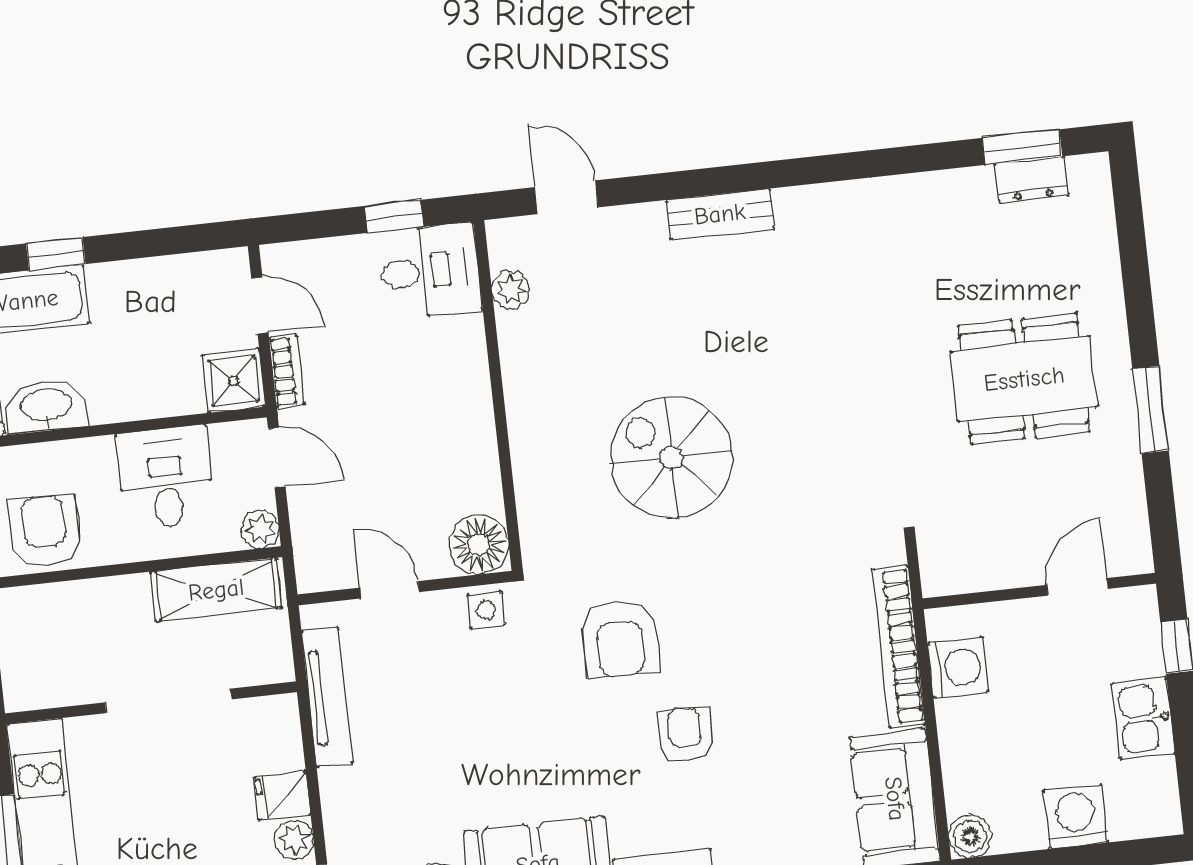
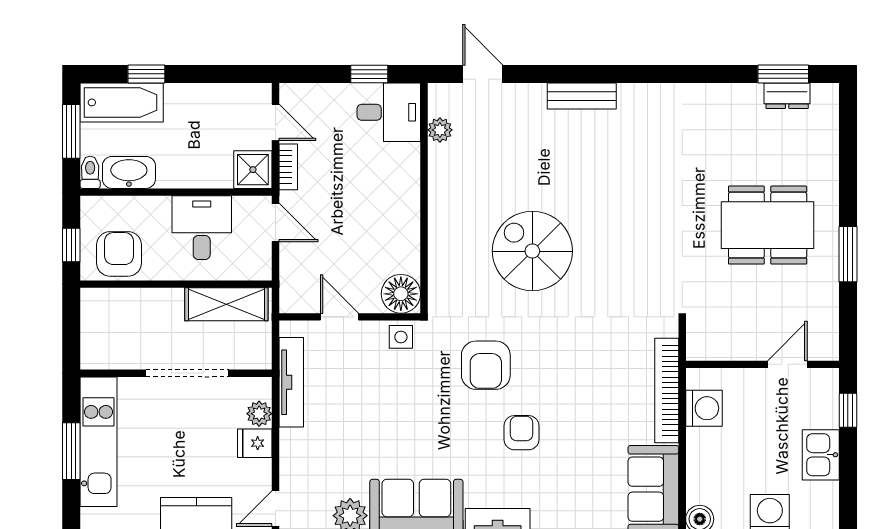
plant: (260, 529) -> (259, 268), removed
plant: (294, 840) -> (259, 414), moved

